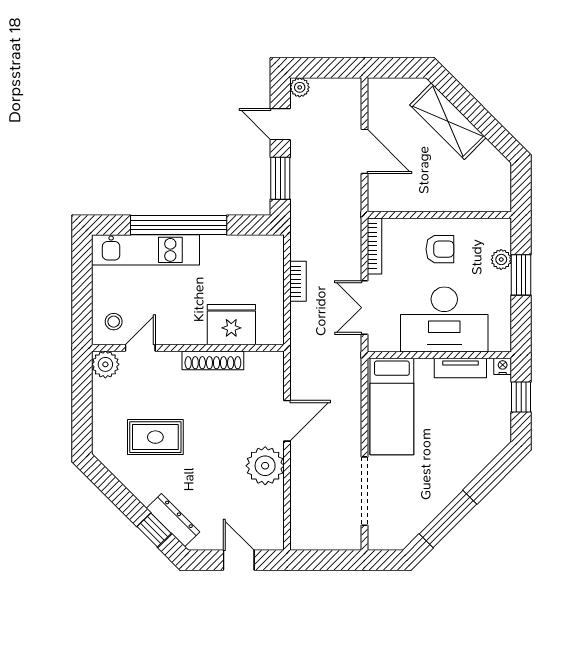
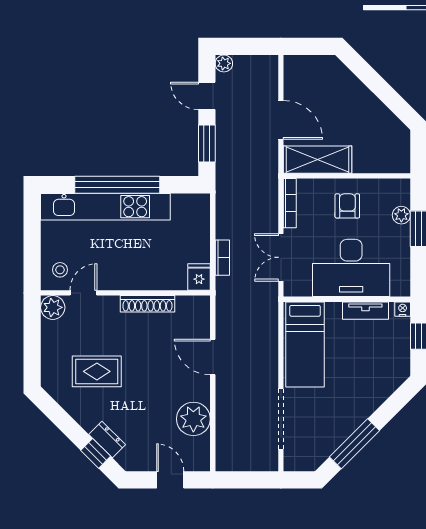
shelving: (448, 121) -> (318, 160), moved, turned -45
armchair: (440, 249) -> (347, 206), turned -90
kitchen unit: (146, 250) -> (105, 207), width x1.36
bookcase: (298, 281) -> (222, 258), moved
fridge: (231, 325) -> (199, 277), moved, width x0.53, depth x0.75
door: (287, 421) -> (213, 357), swing flipped
plant: (265, 466) -> (193, 419), moved
dresser: (173, 520) -> (107, 440), width x0.70

